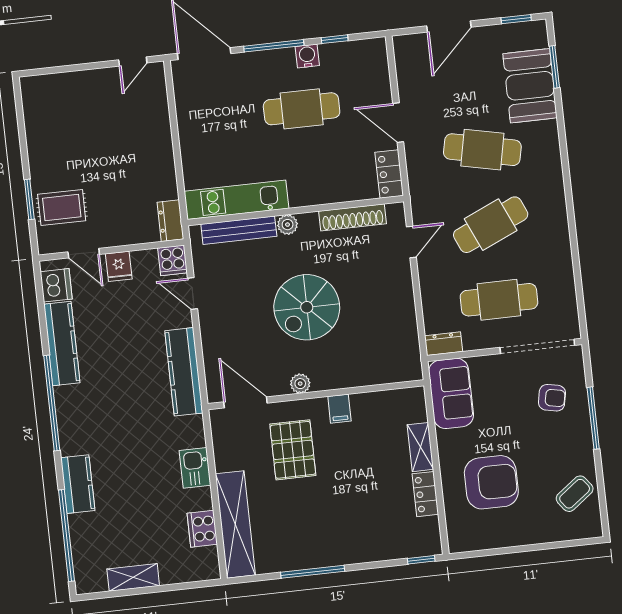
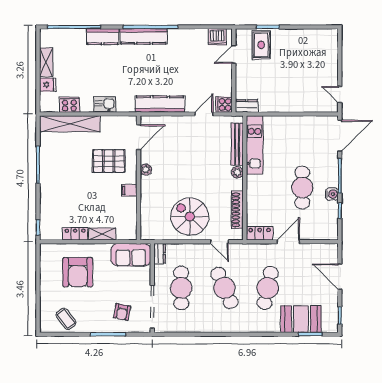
fridge: (119, 266) -> (48, 85), moved, turned 180
spiral stairs: (307, 307) -> (190, 217), moved
kitchen counter: (62, 343) -> (143, 36), moved

